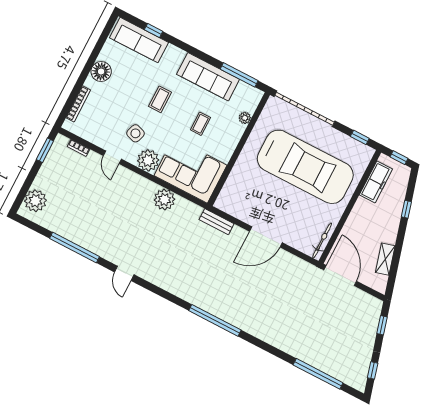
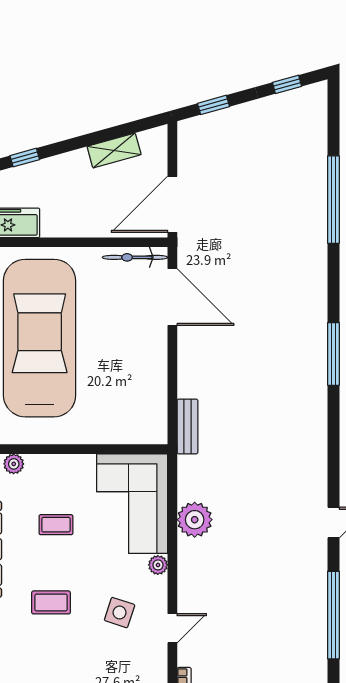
plant: (148, 160) -> (158, 565), width x0.53, depth x0.53
door: (266, 237) -> (172, 297), moved
window: (215, 320) -> (333, 354), width x0.68
window: (318, 374) -> (333, 200), moved

